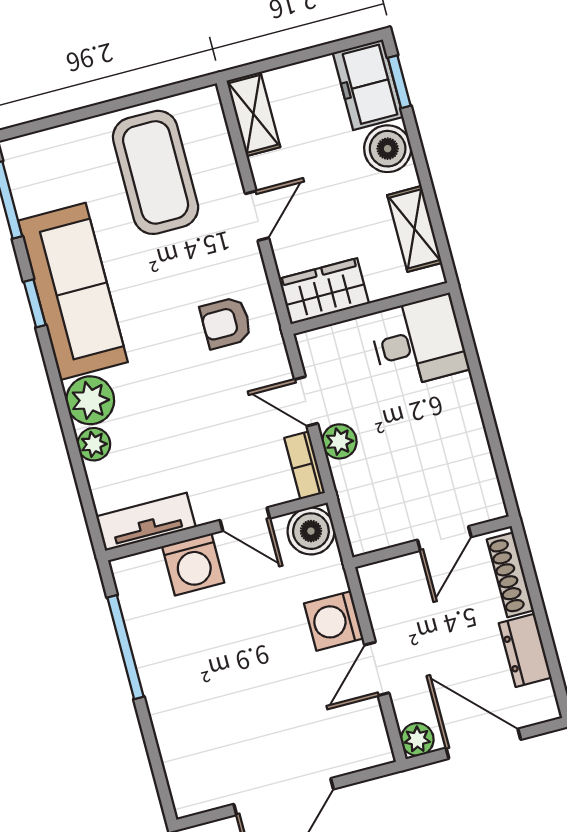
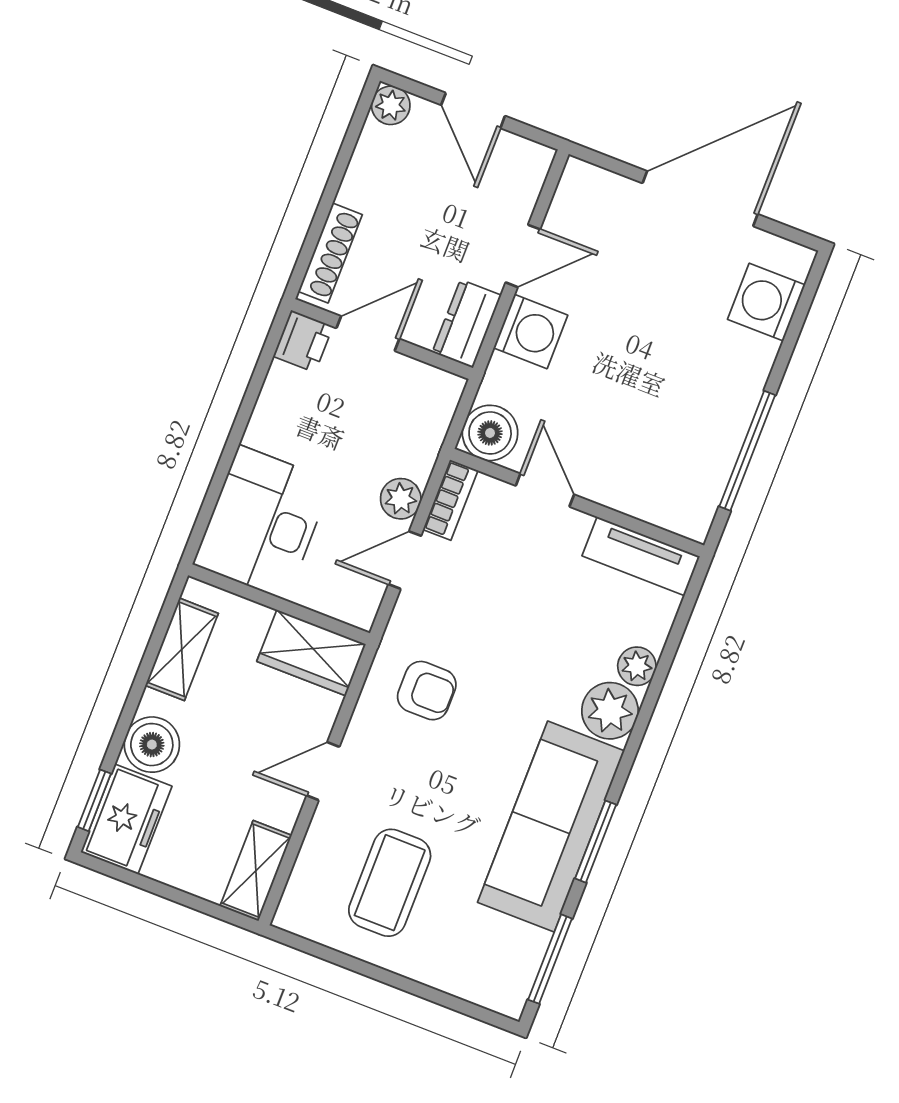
coffee table: (156, 172) -> (390, 883), width x0.73, depth x0.76
window: (35, 303) -> (596, 842), width x1.50
desk: (419, 342) -> (263, 523), width x1.37
door: (306, 401) -> (405, 560), swing flipped
printer: (485, 501) -> (303, 341), added
washing machine: (193, 564) -> (766, 302), moved, turned -90
dresser: (525, 650) -> (467, 324), moved, turned 180
plant: (417, 739) -> (391, 105), moved
door: (483, 744) -> (473, 110), width x0.73

